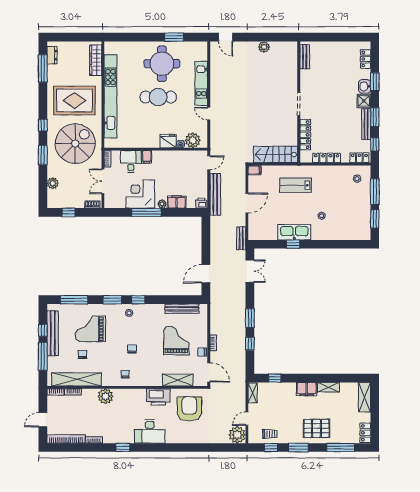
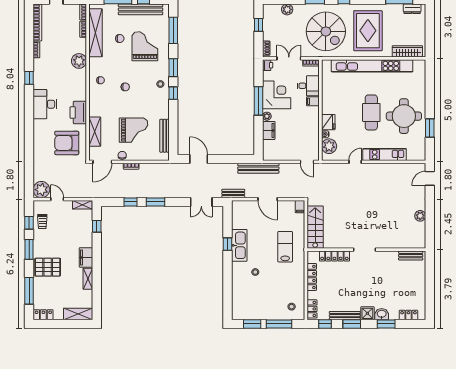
bench: (215, 194) -> (258, 168), moved
printer: (201, 203) -> (268, 65), moved
armchair: (189, 409) -> (67, 143), turned 180
pallet: (317, 428) -> (48, 267), turned 90

